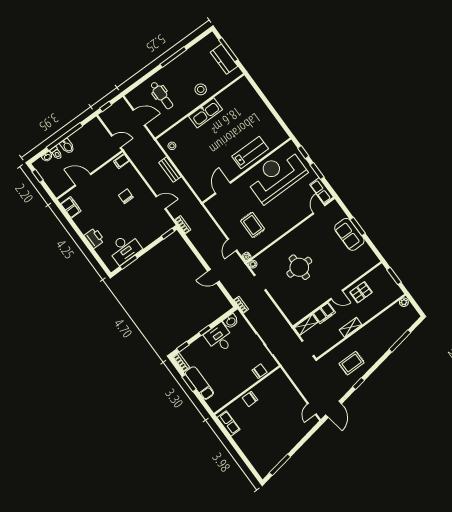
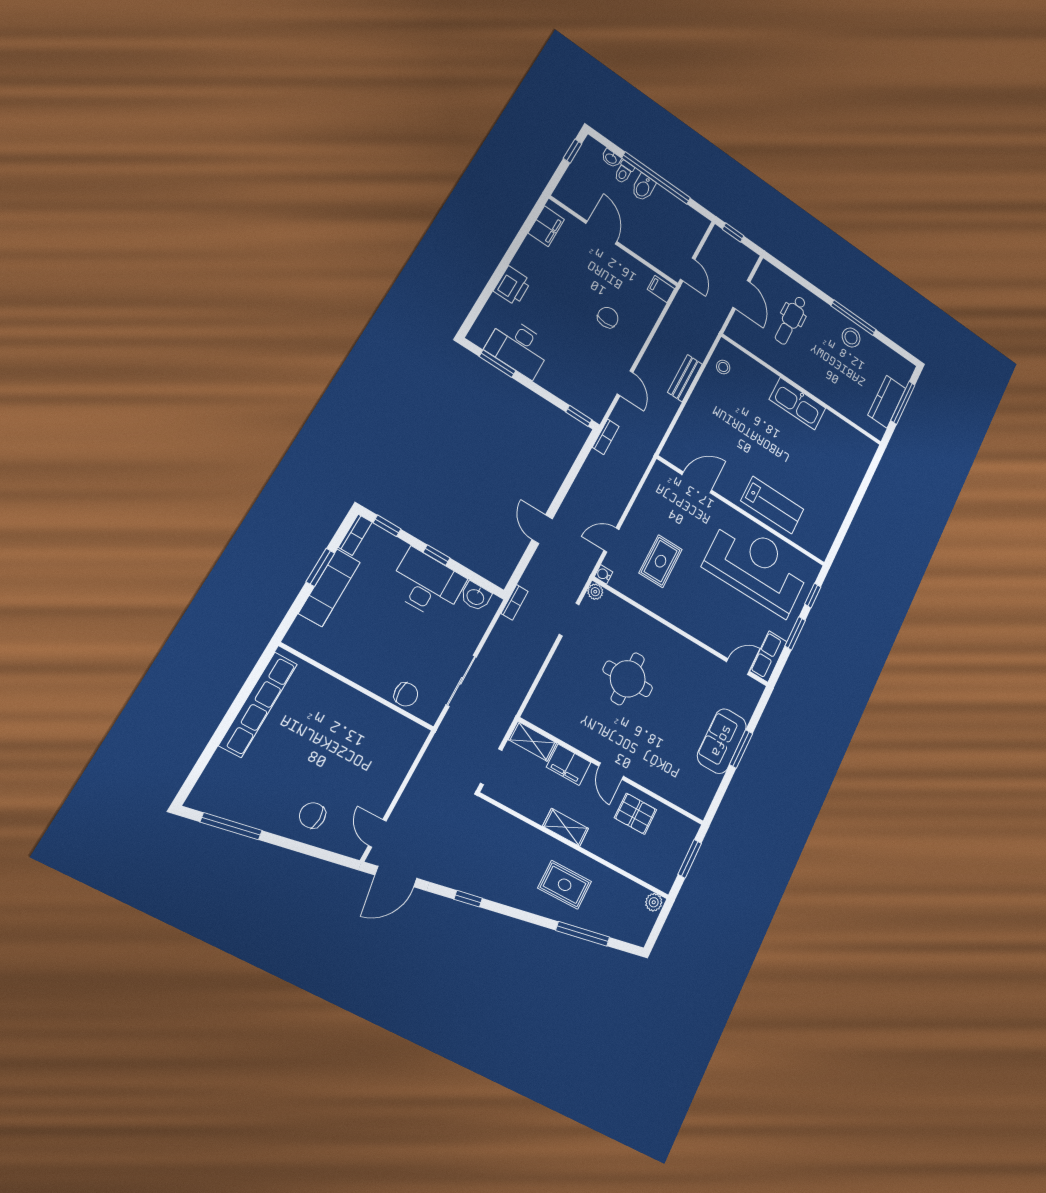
stool: (201, 89) -> (851, 337), moved
desk: (219, 338) -> (427, 584), width x1.37
rug: (352, 363) -> (565, 885), moved
chair: (250, 399) -> (312, 815), moved
door: (312, 409) -> (377, 833), hinge flipped
row of seats: (228, 423) -> (258, 704), width x2.02

